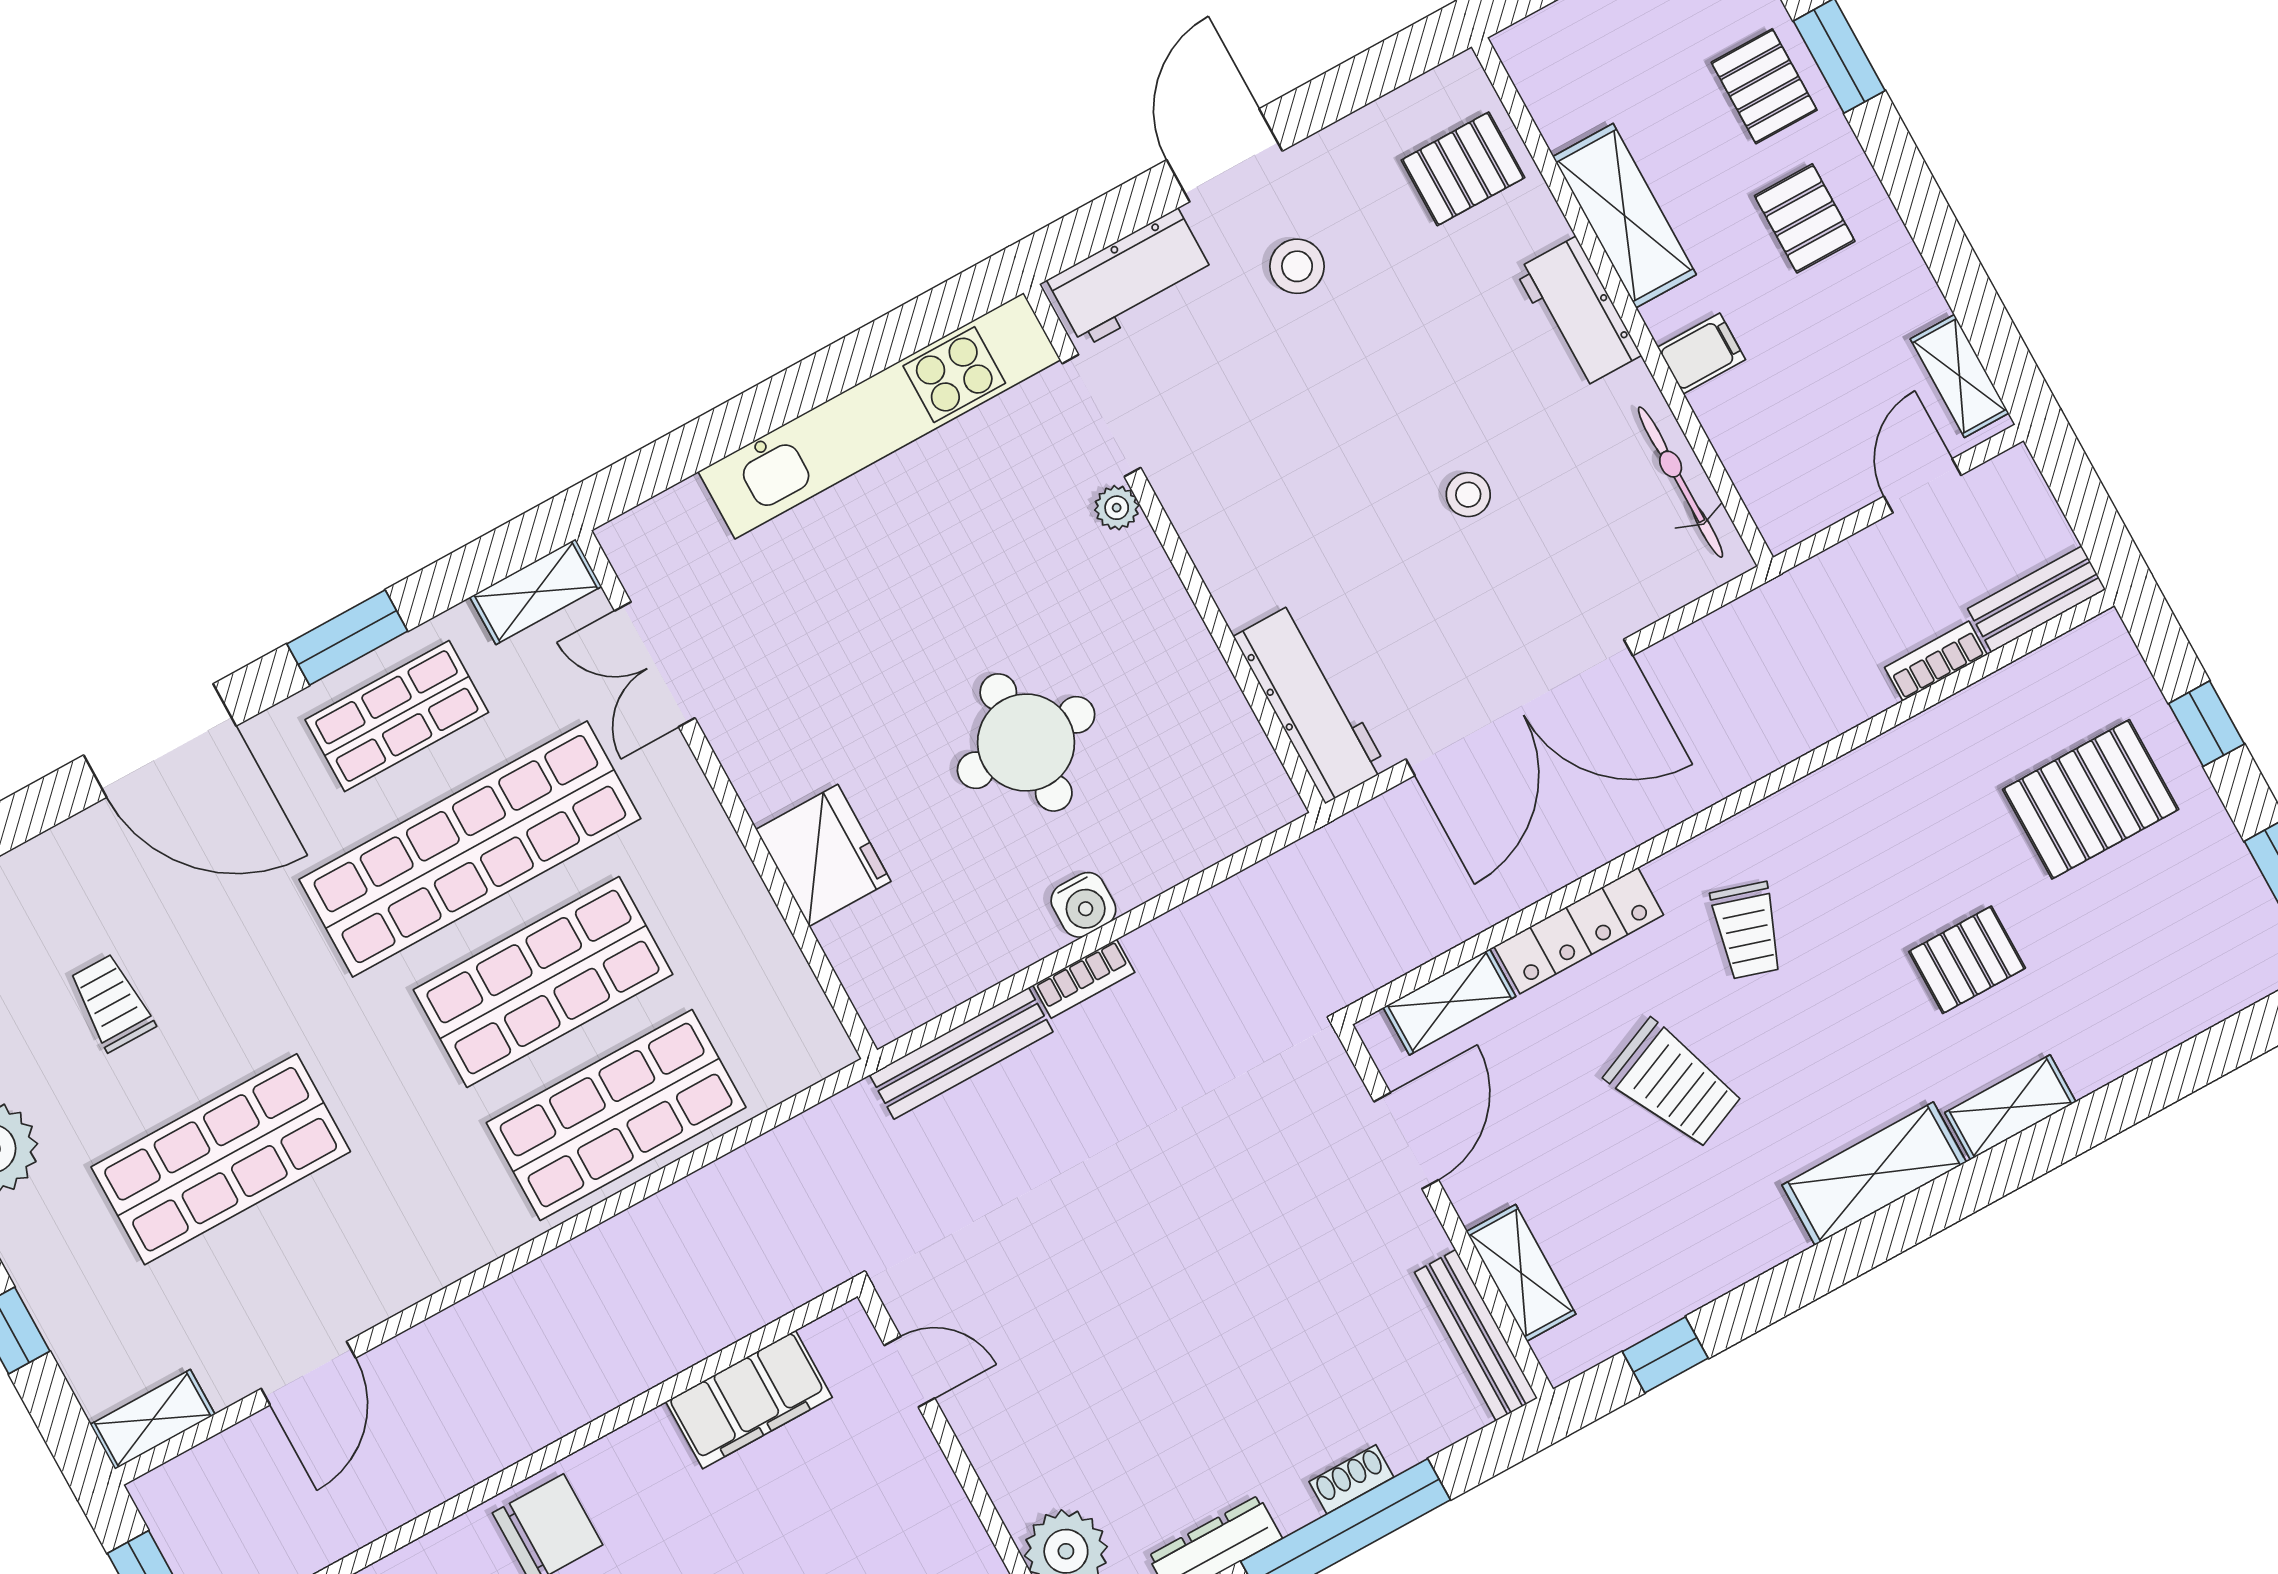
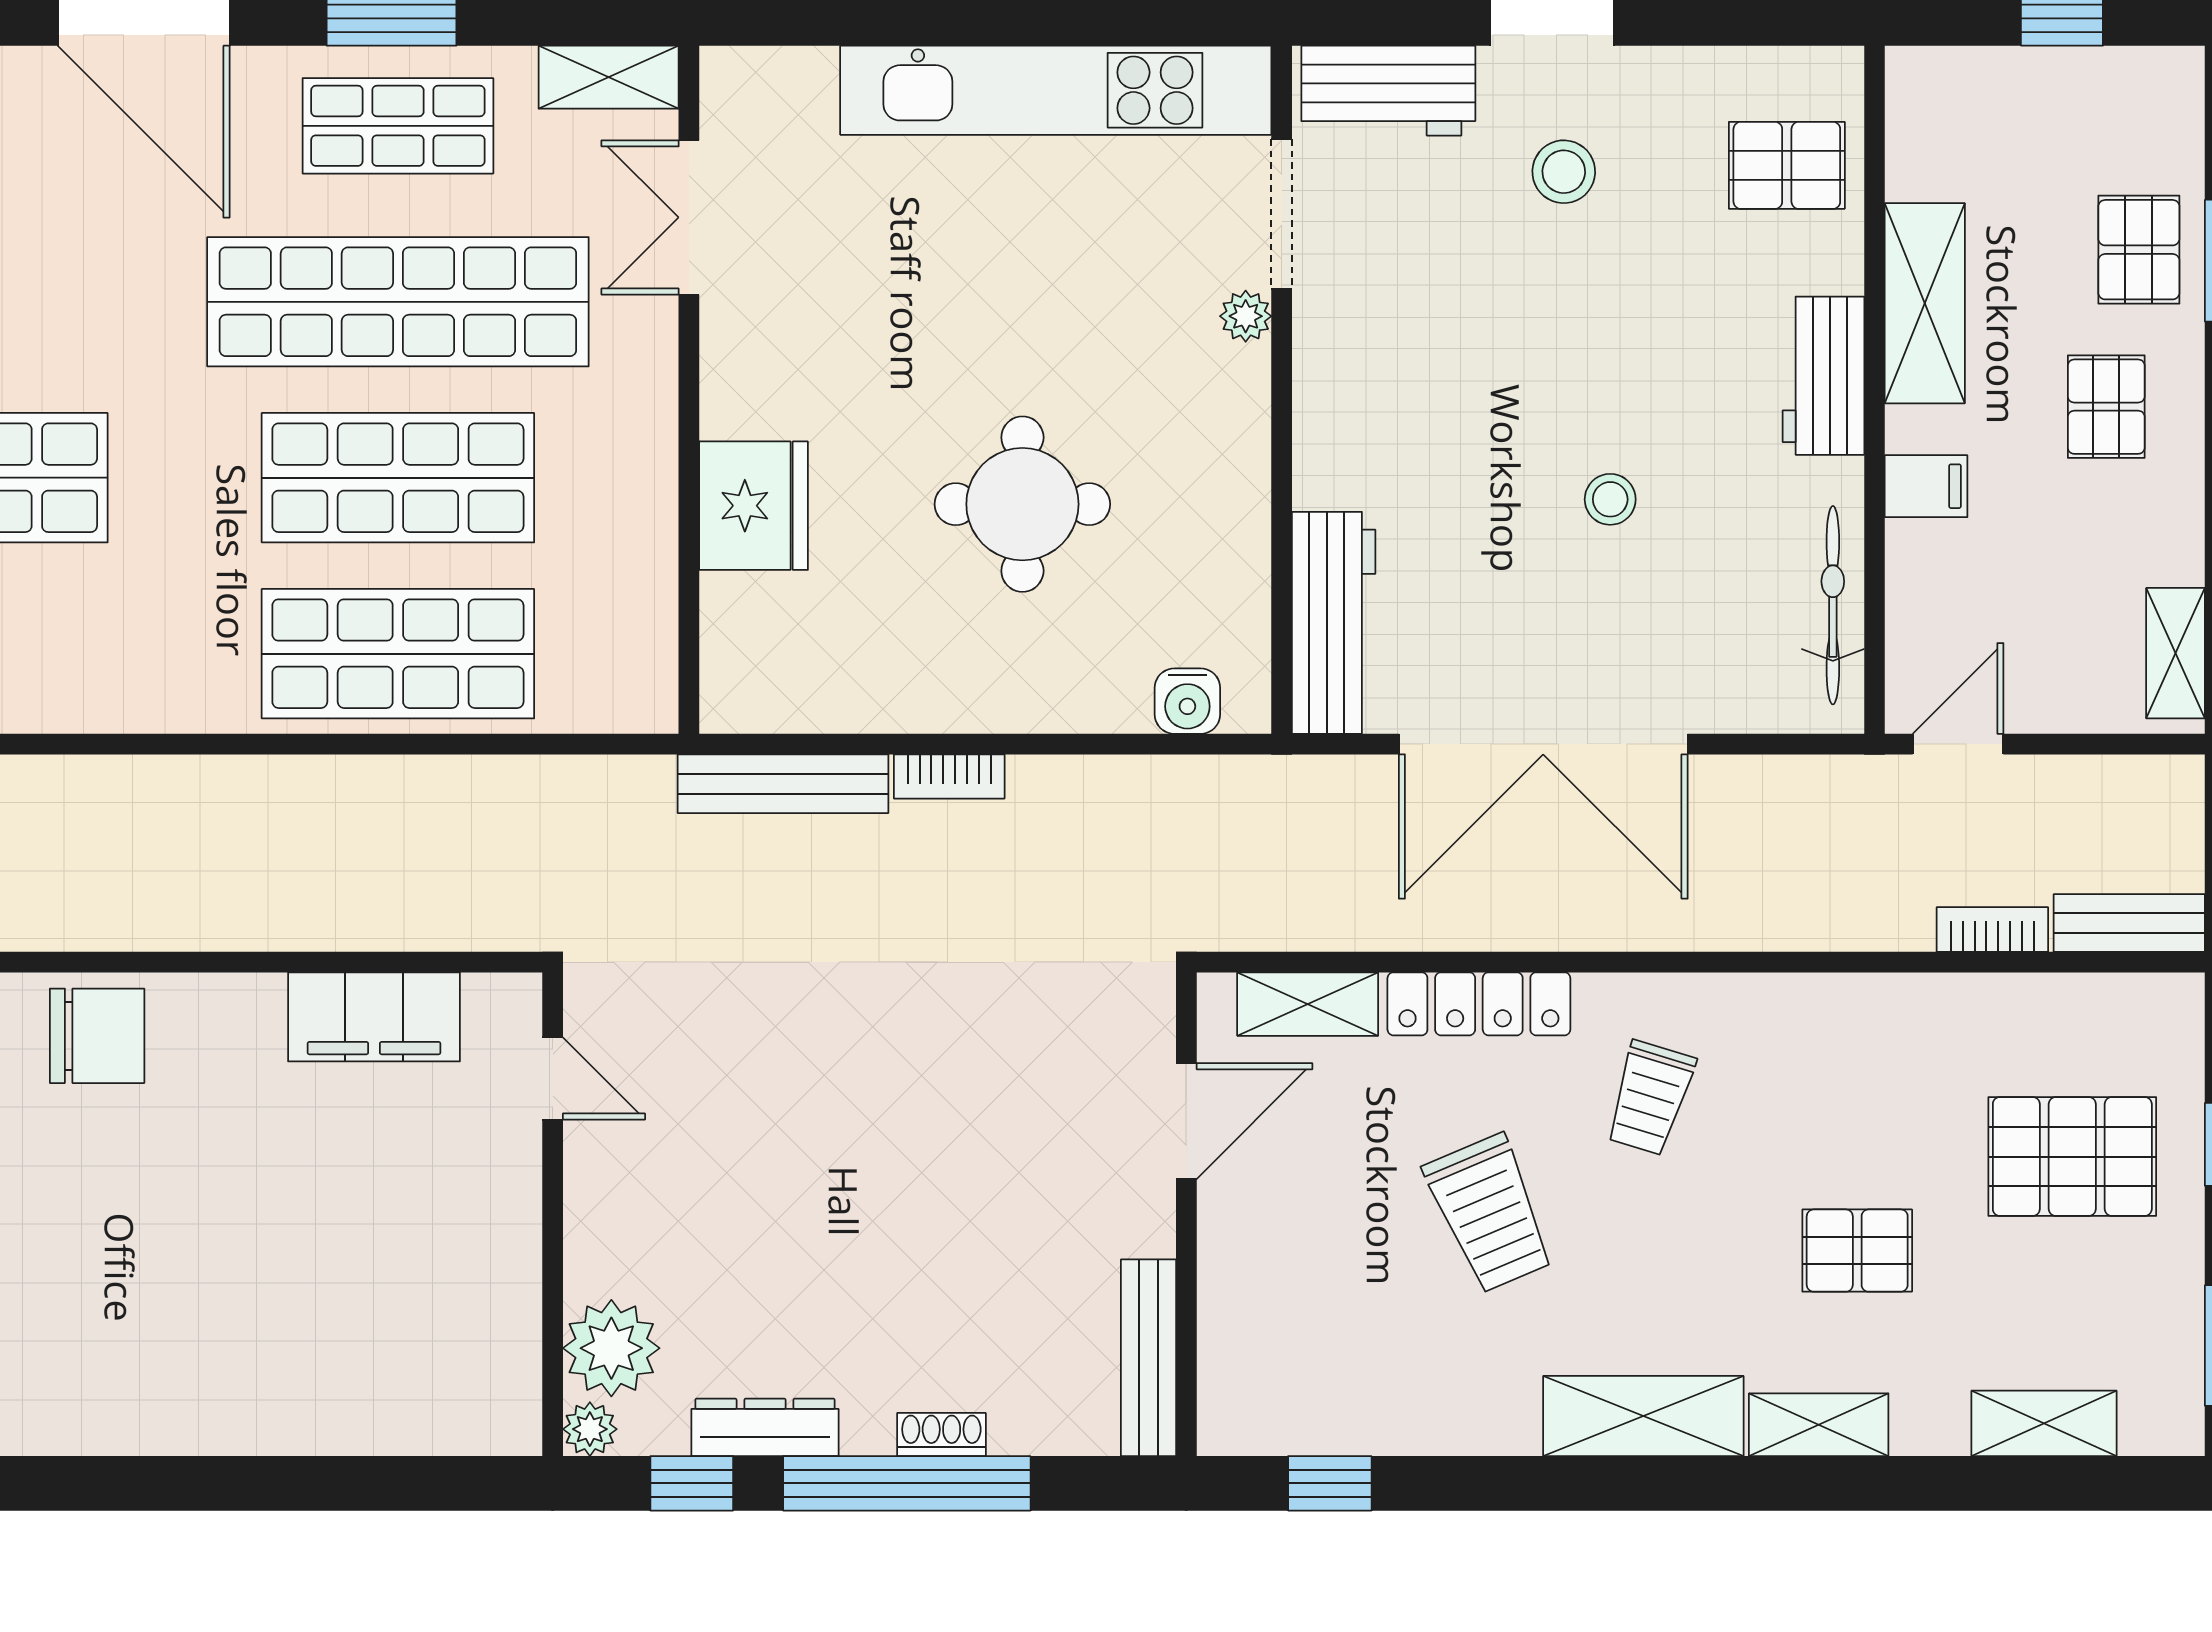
door: (1922, 486) -> (1958, 744), moved
water cooler: (1083, 905) -> (1187, 701), moved
shelving: (1521, 1273) -> (2044, 1423), moved, turned 90

